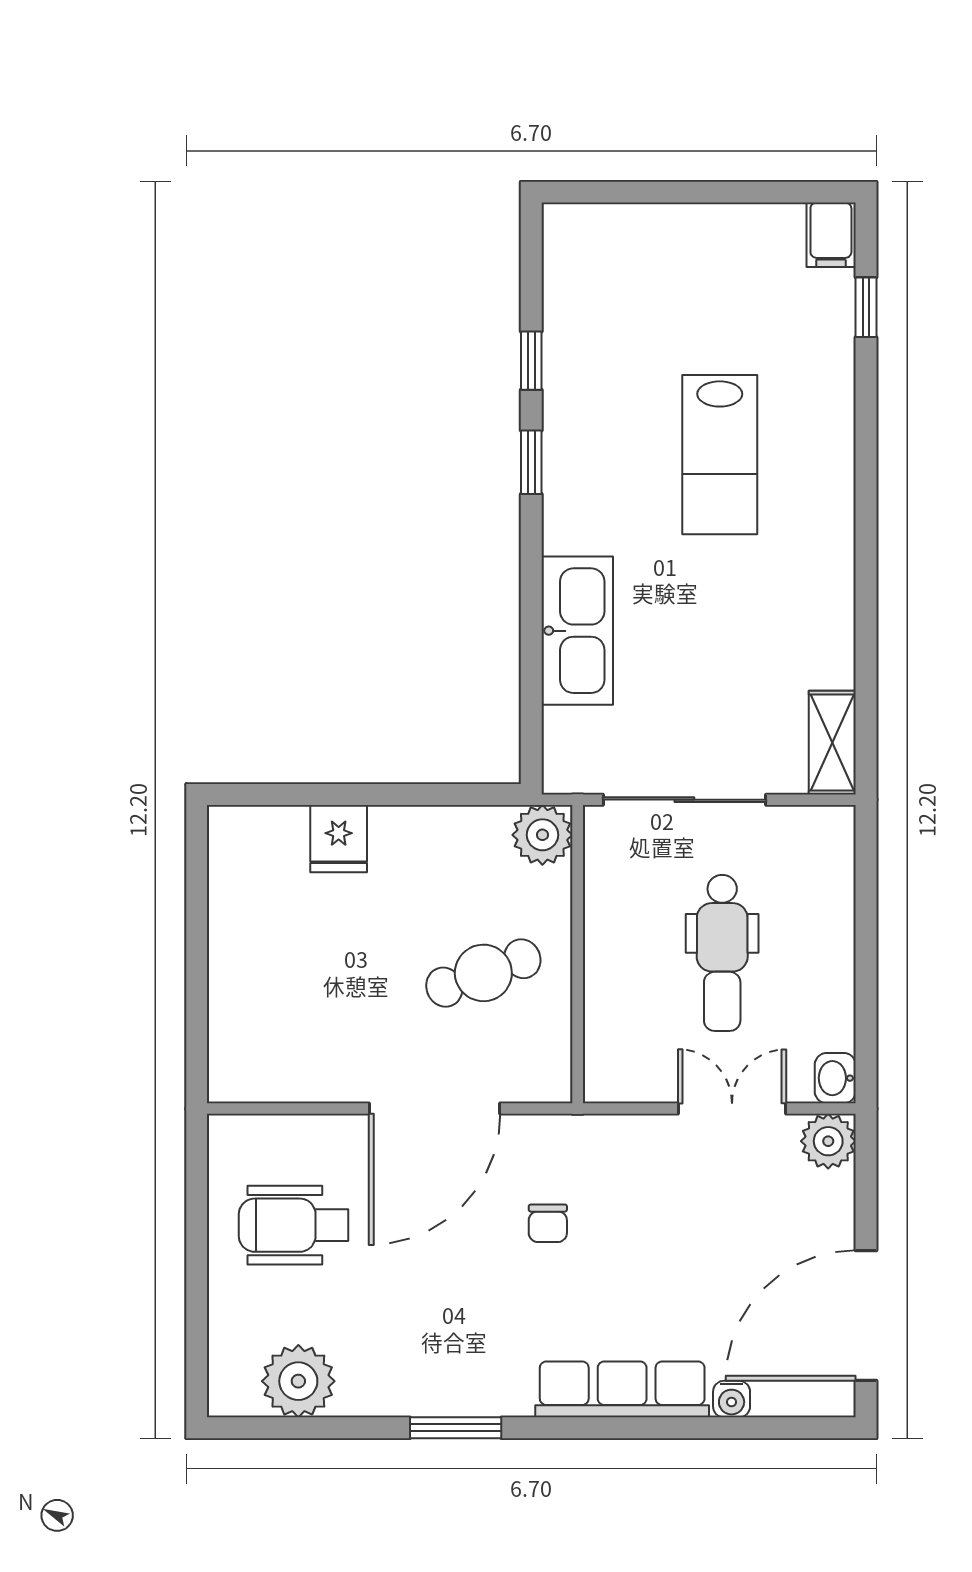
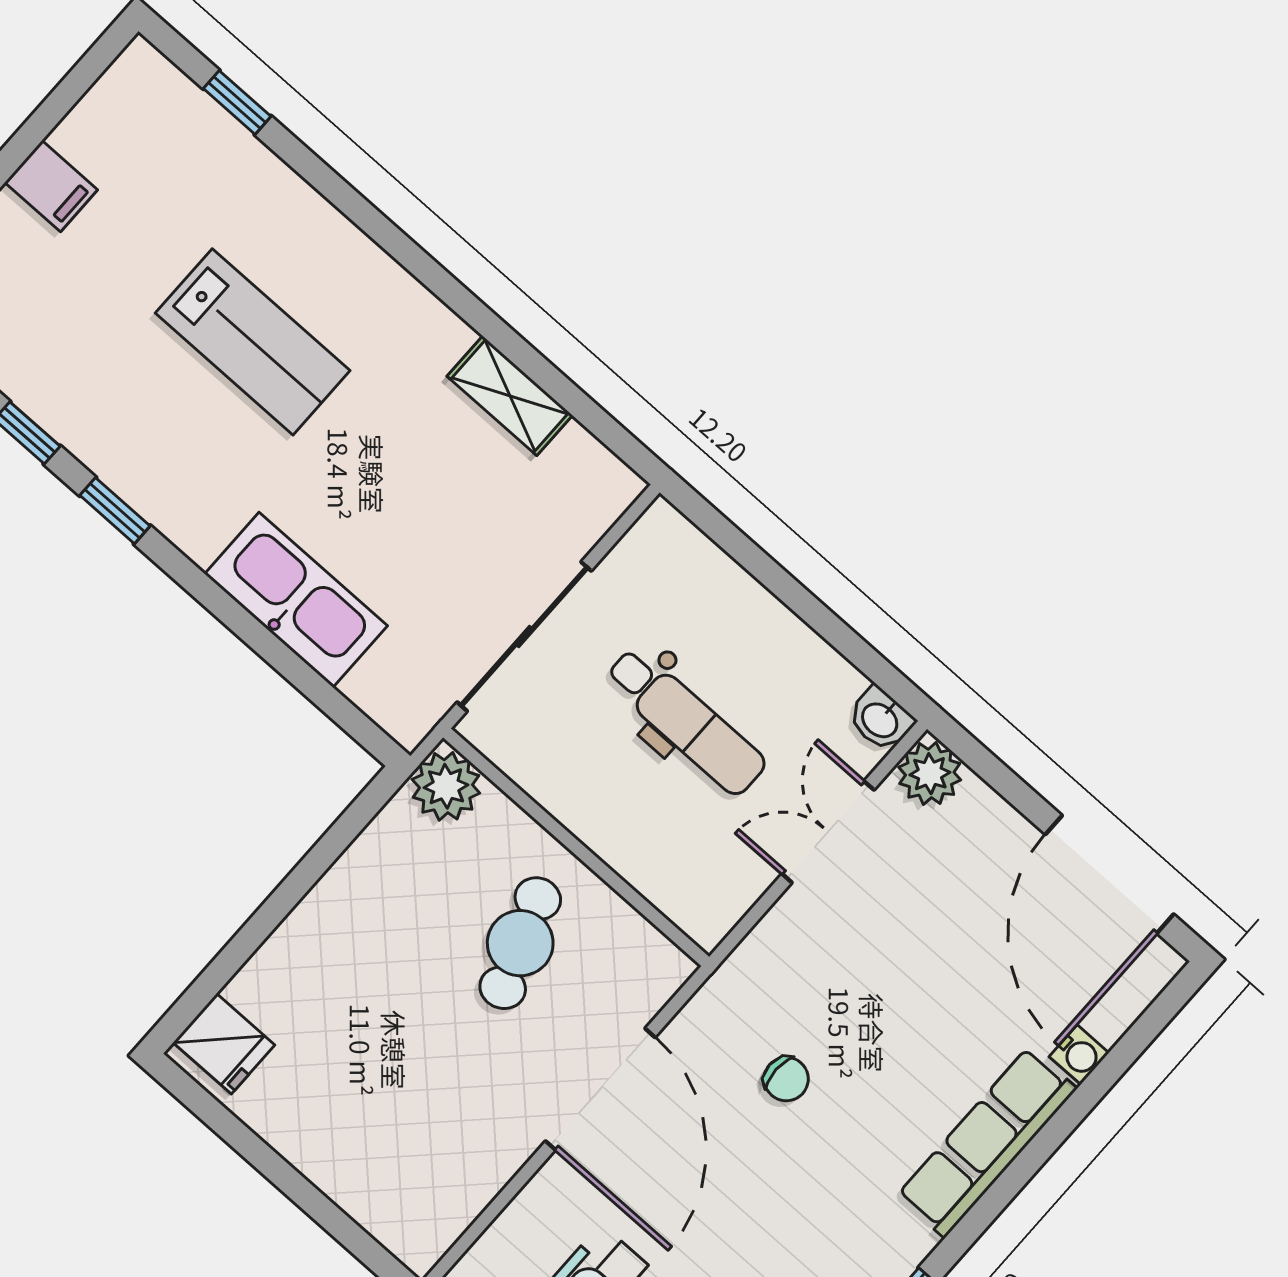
filing cabinet: (831, 235) -> (51, 186), moved
shelving: (832, 743) -> (510, 396), moved
fridge: (339, 839) -> (224, 1044), moved

